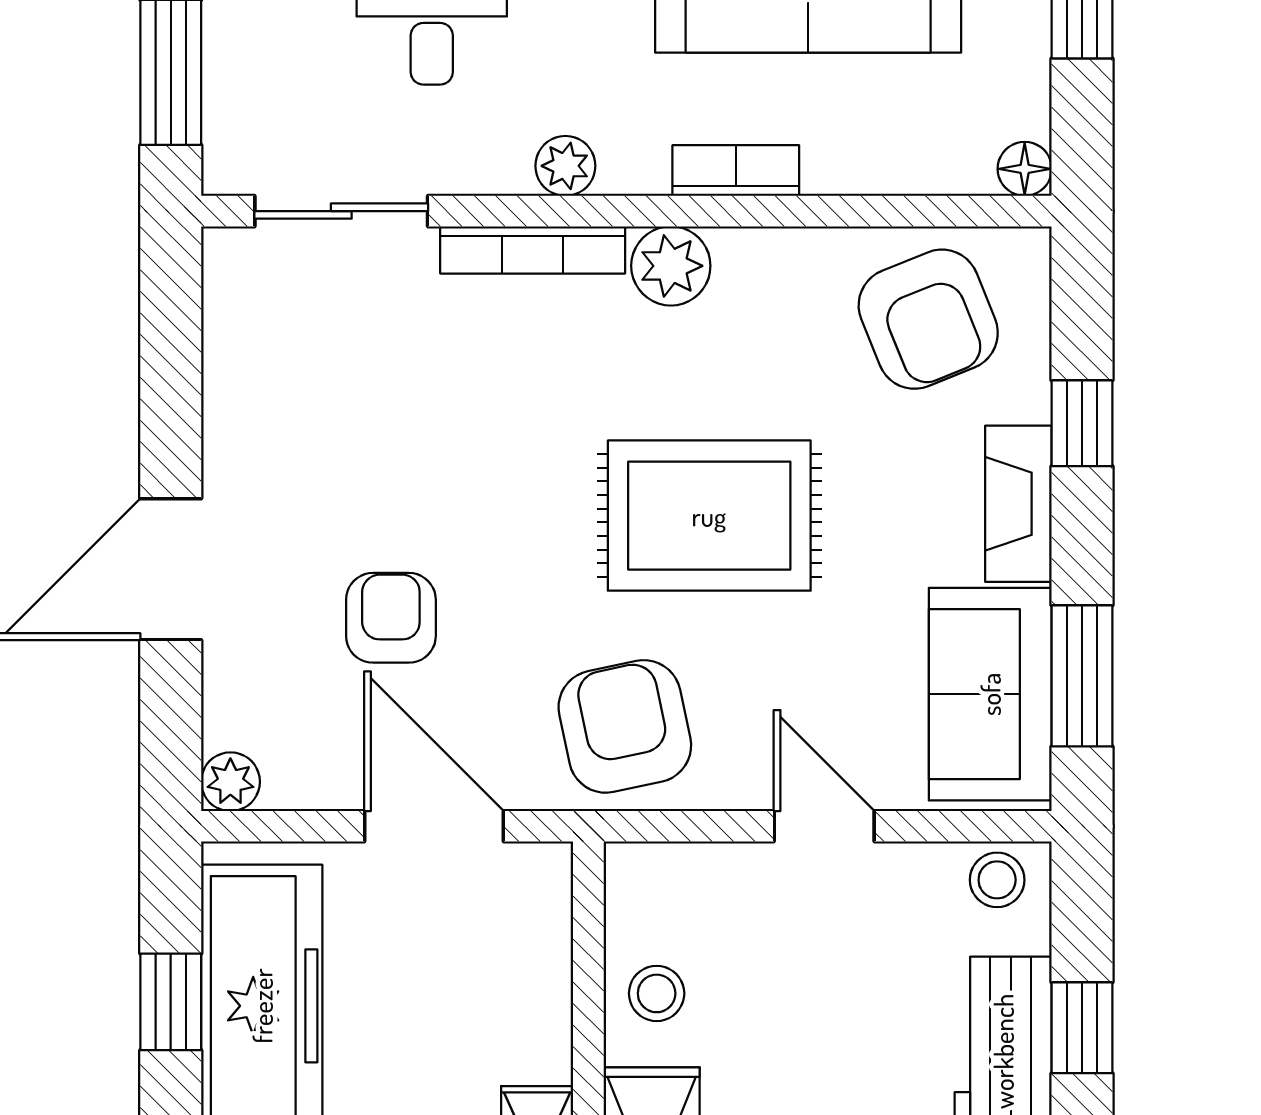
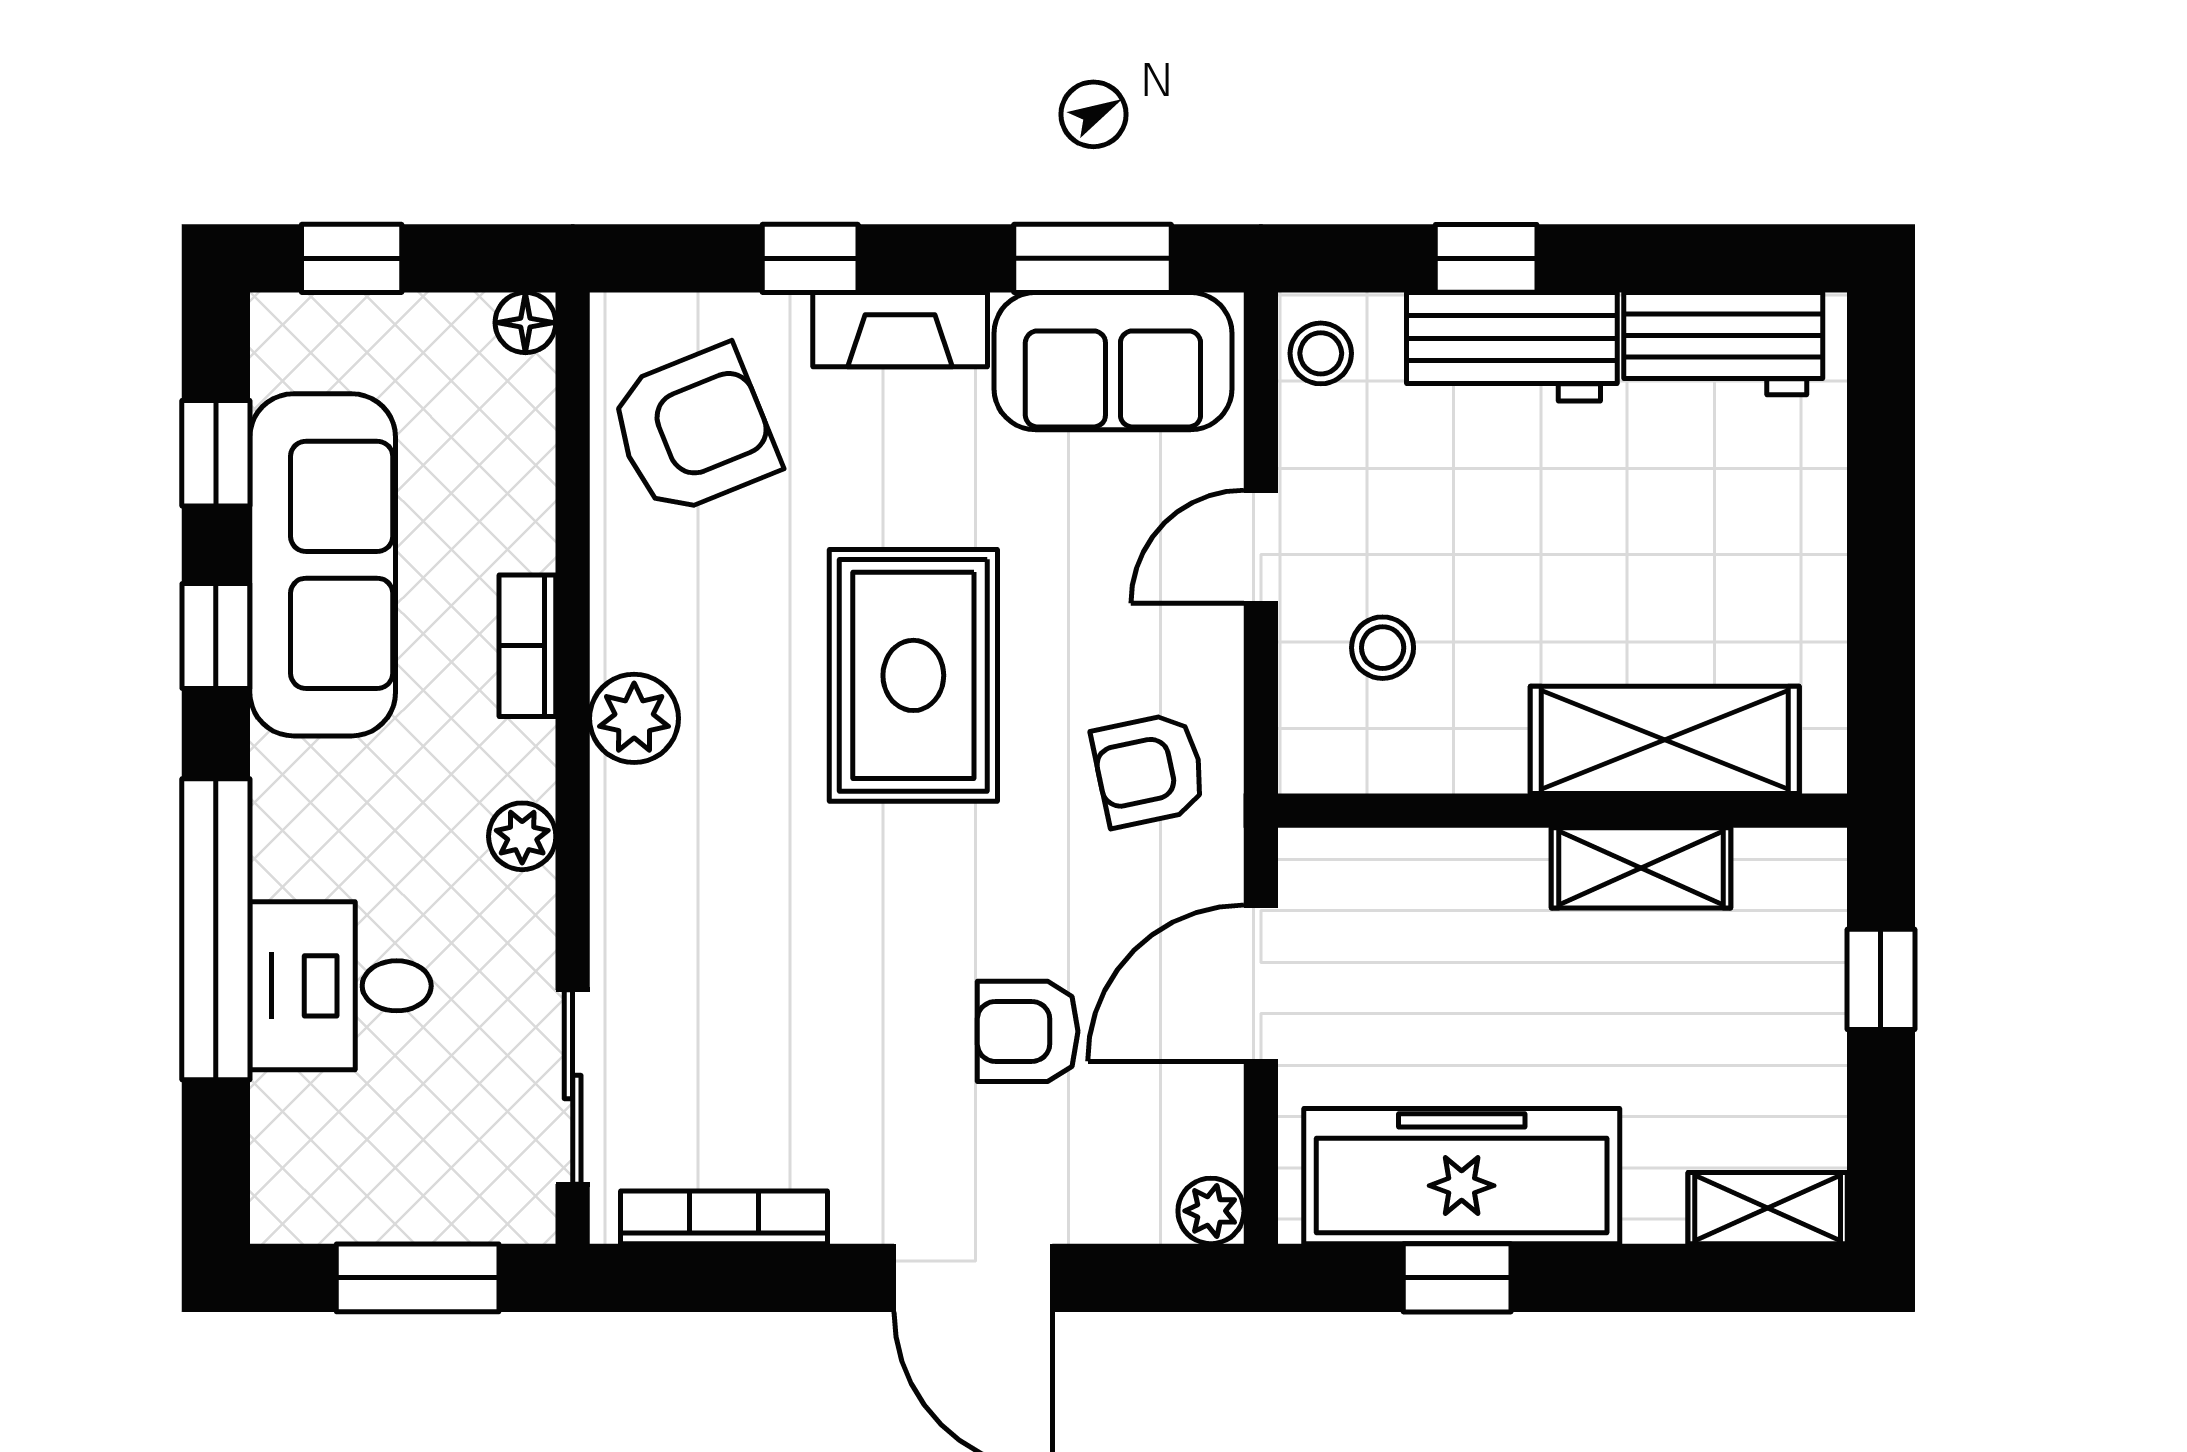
bookcase: (533, 250) -> (724, 1217), moved, turned -90
armchair: (625, 726) -> (1149, 770), width x0.72, depth x0.72
stool: (657, 993) -> (1383, 648), moved

